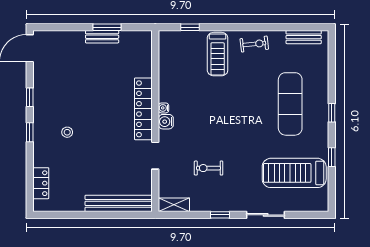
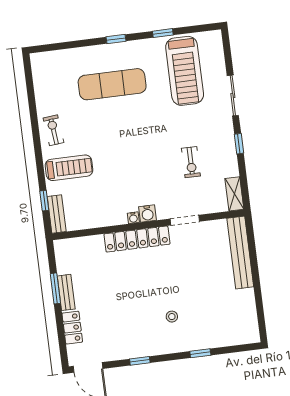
bench: (304, 37) -> (57, 214), moved
window: (30, 132) -> (200, 353), moved
locker: (41, 183) -> (72, 328), moved, turned 90

